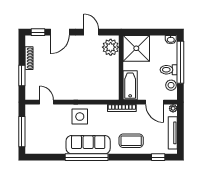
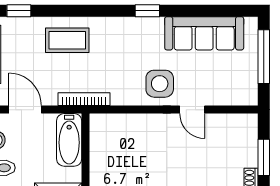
door: (47, 102) -> (192, 110), moved
sofa: (88, 145) -> (204, 33), moved
window: (87, 157) -> (147, 11), width x0.32

